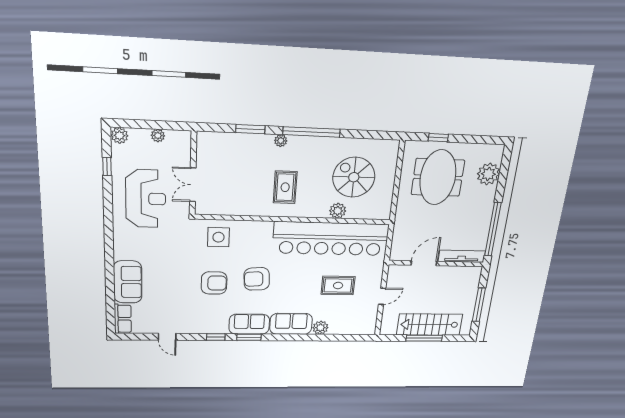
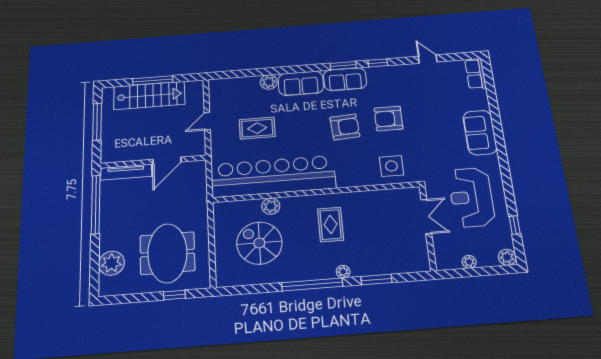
spiral stairs: (354, 177) -> (259, 243), turned 180
sofa: (128, 282) -> (480, 133), moved

